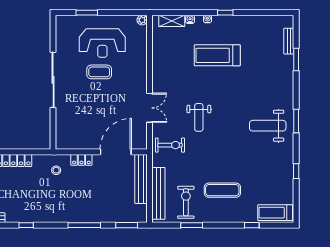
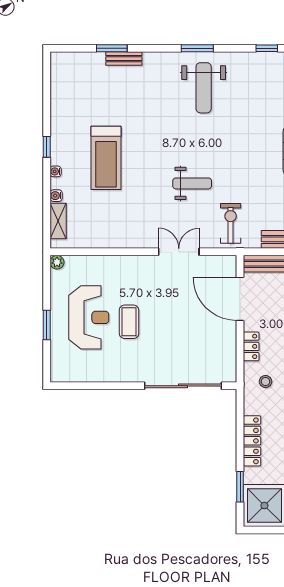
window: (87, 13) -> (47, 325), moved
bench: (289, 41) -> (124, 59), moved
sliding door: (53, 80) -> (183, 386), moved

